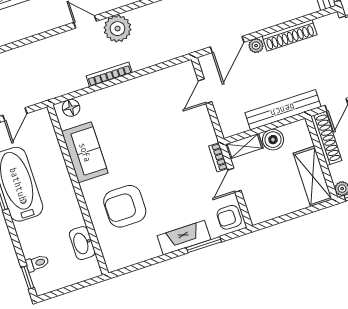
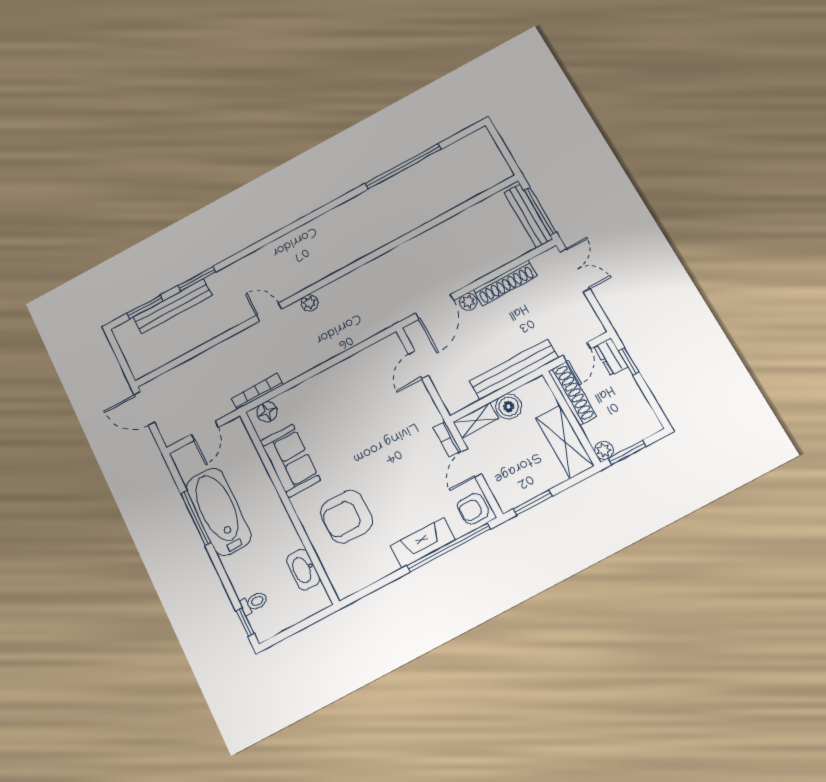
plant: (118, 29) -> (310, 303), width x0.53, depth x0.53
bookcase: (109, 74) -> (257, 391), moved
window: (278, 220) -> (533, 503), added
window: (204, 245) -> (449, 547), width x2.11

